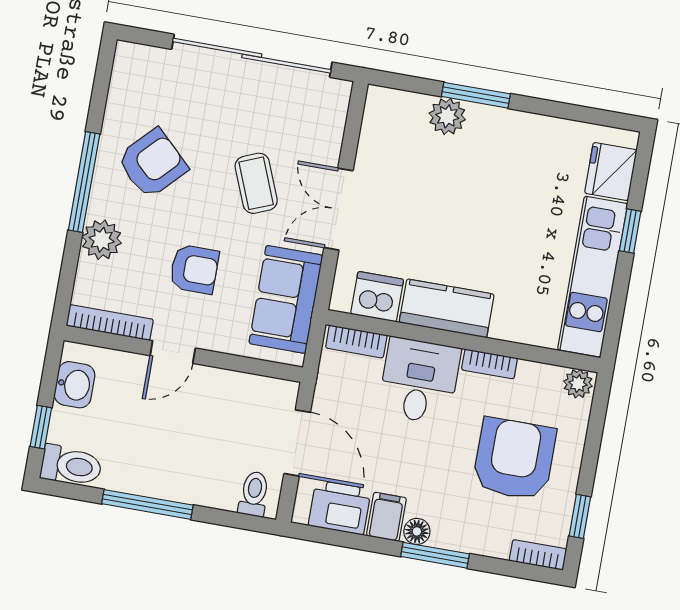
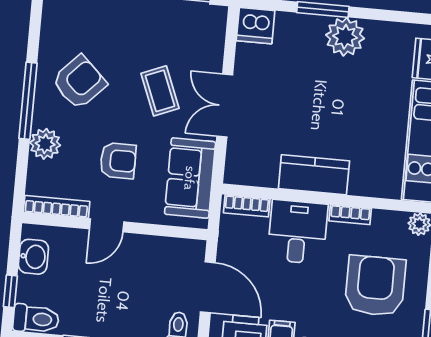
plant: (447, 116) -> (345, 37), moved, width x1.36, depth x1.36
dishwasher: (377, 297) -> (256, 26), moved, turned 180

